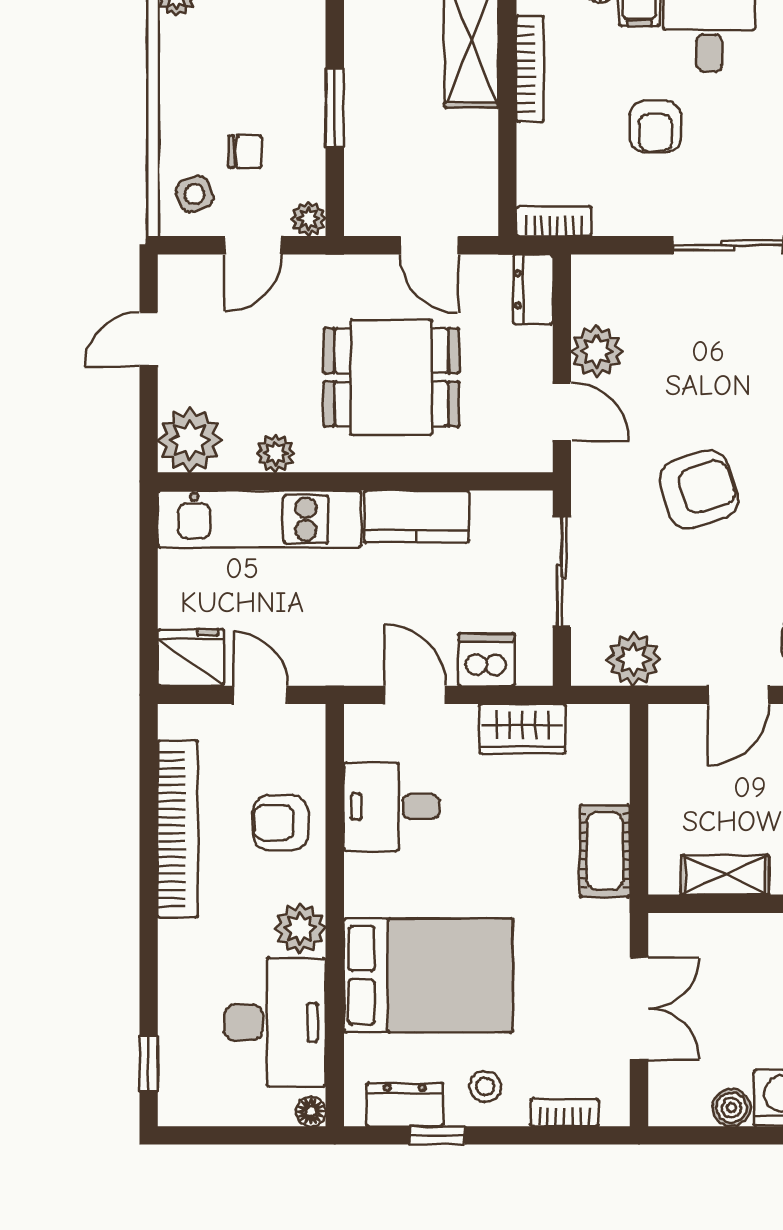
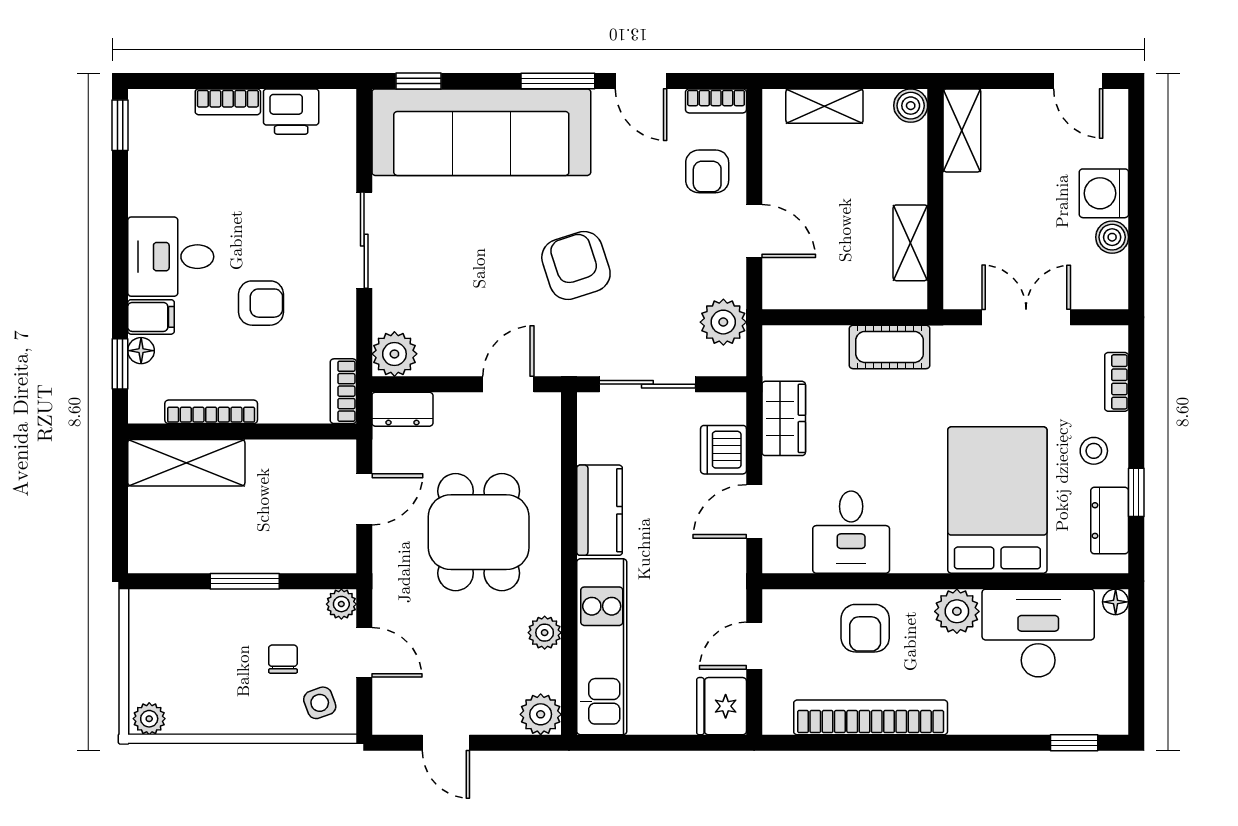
plant: (597, 351) -> (394, 354), moved
plant: (190, 440) -> (541, 714), width x0.73, depth x0.73

